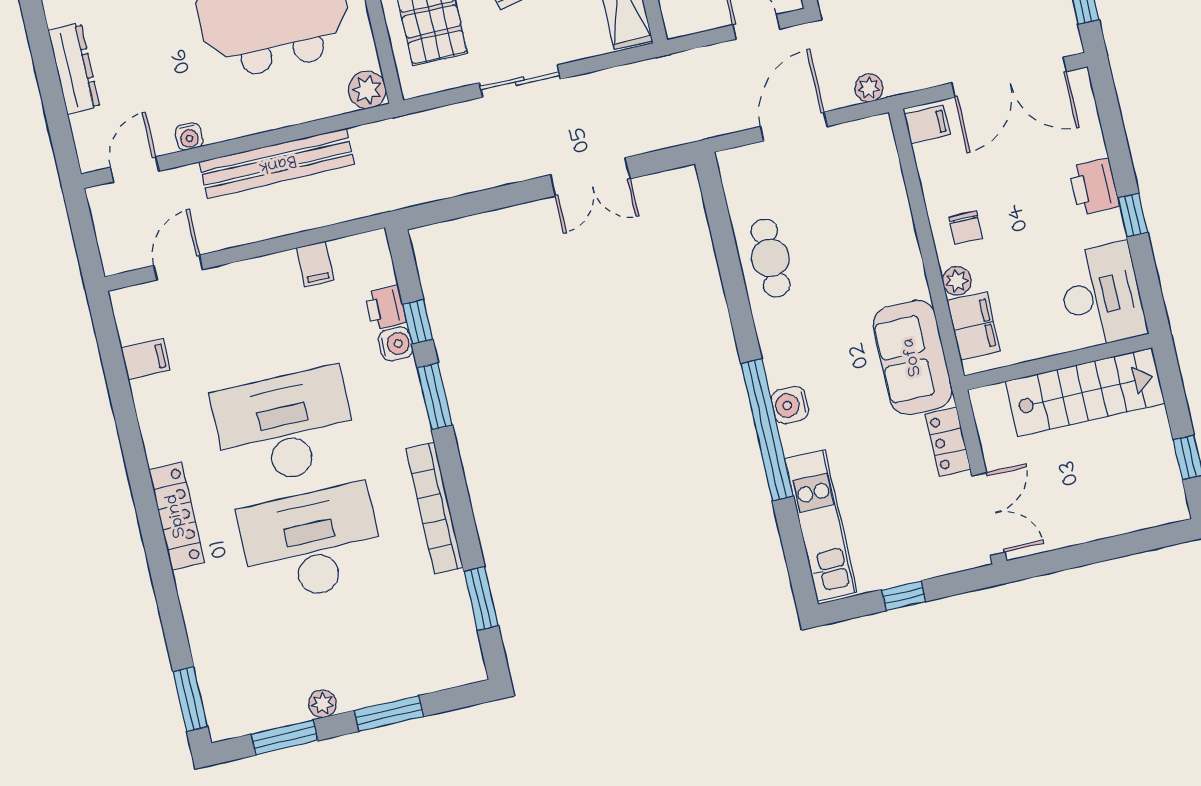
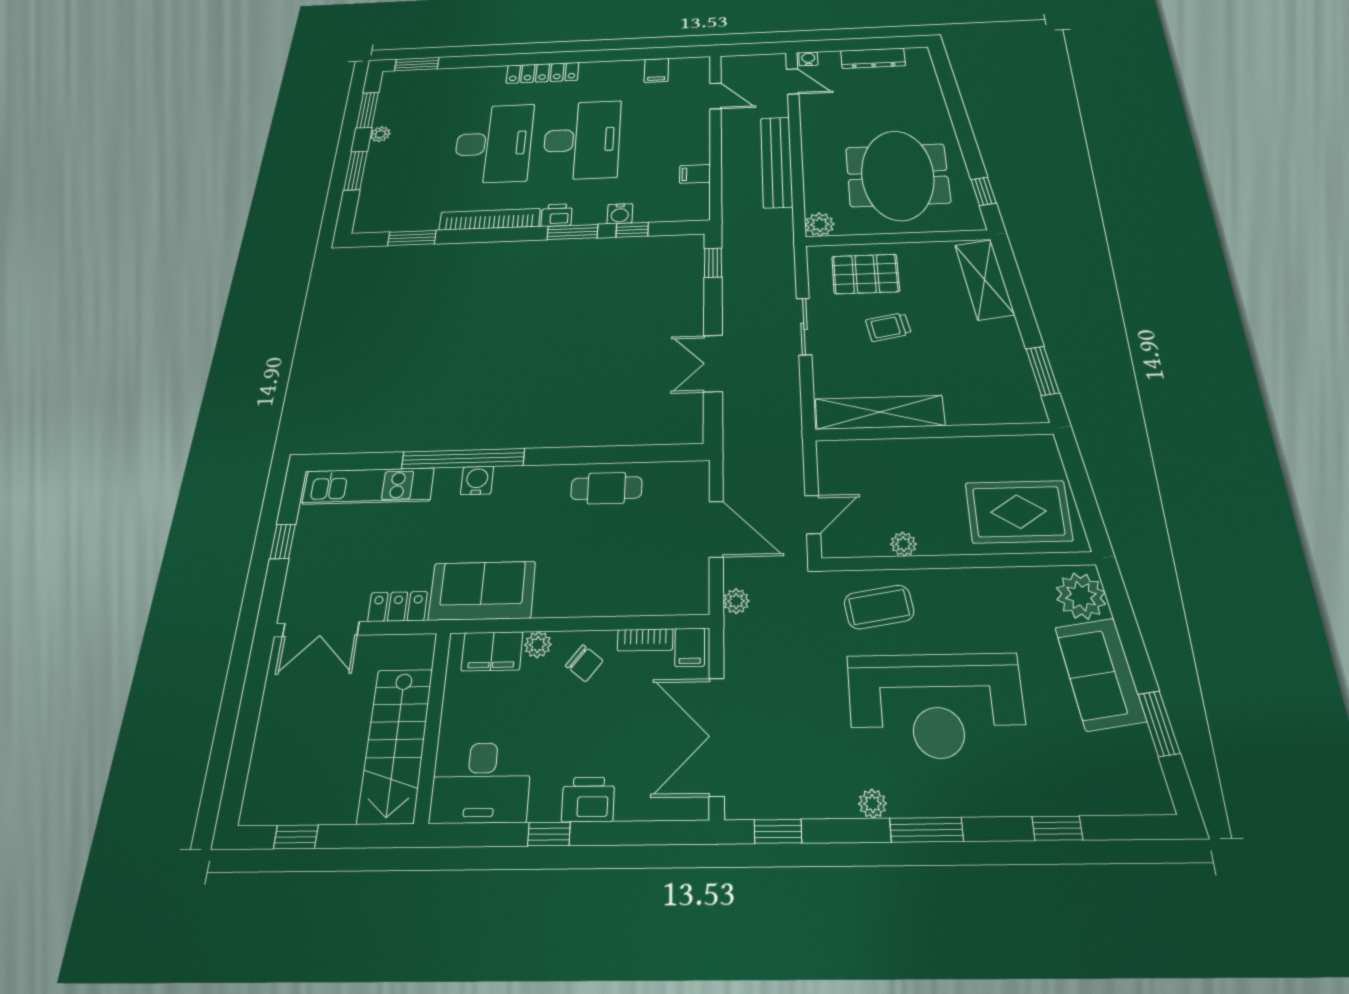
water cooler: (189, 137) -> (808, 59), moved, turned 90
bookcase: (929, 172) -> (645, 640), added
window: (449, 209) -> (713, 263), added
chair: (966, 228) -> (584, 663), turned -142
printer: (385, 307) -> (557, 215), moved

